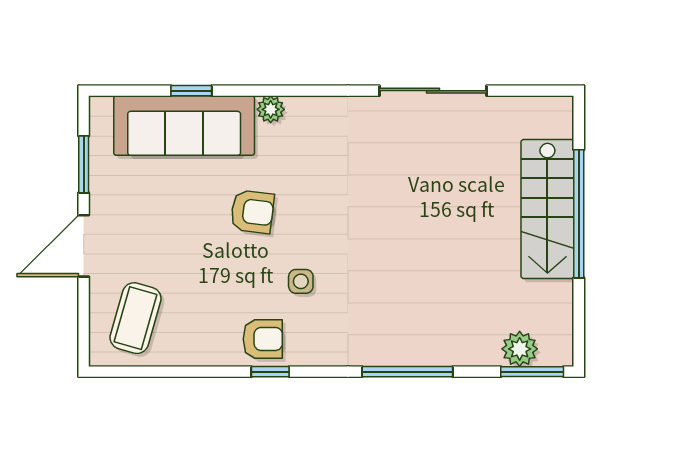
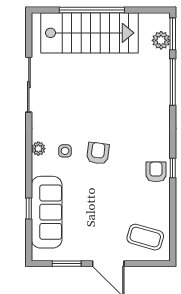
plant: (271, 109) -> (38, 149), moved
stairs: (547, 209) -> (89, 33), width x1.36, depth x1.51
armchair: (252, 212) -> (98, 153), moved
side table: (301, 281) -> (65, 151), moved
window: (407, 372) -> (173, 82), moved

